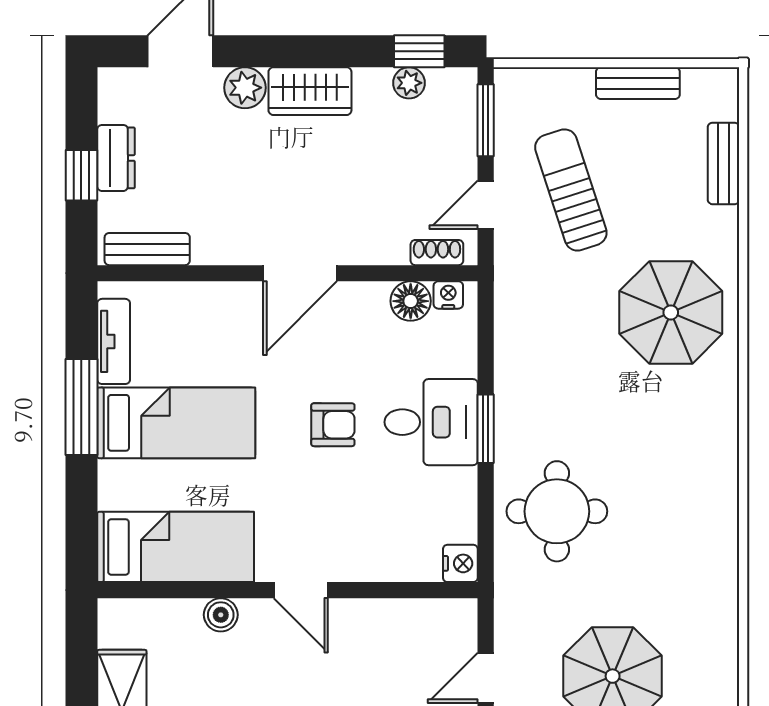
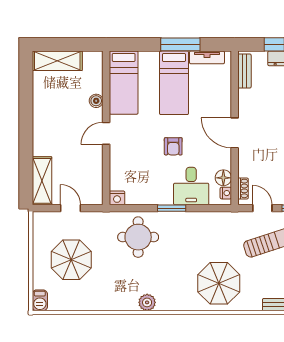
desk: (431, 422) -> (191, 186), moved
plant: (718, 489) -> (147, 302), added

